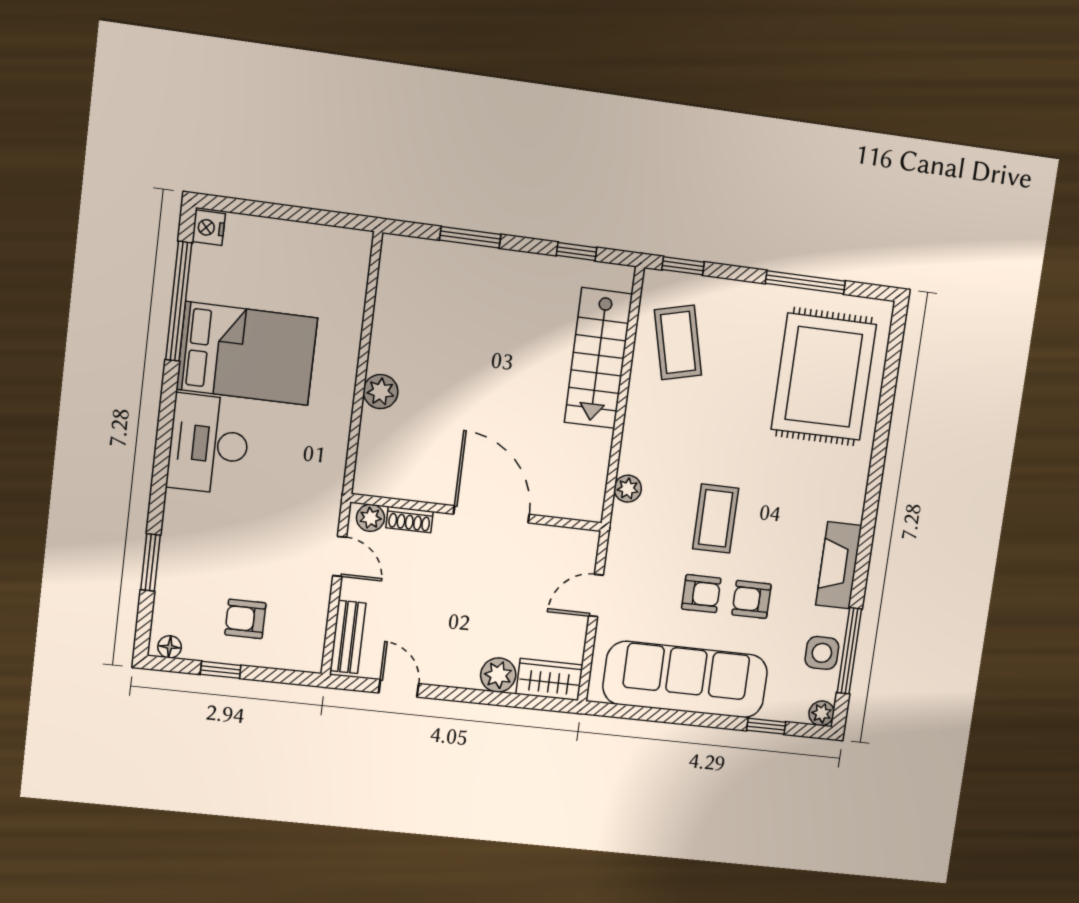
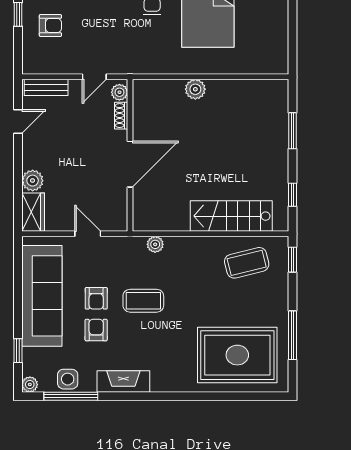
armchair: (245, 619) -> (50, 25), turned 90

